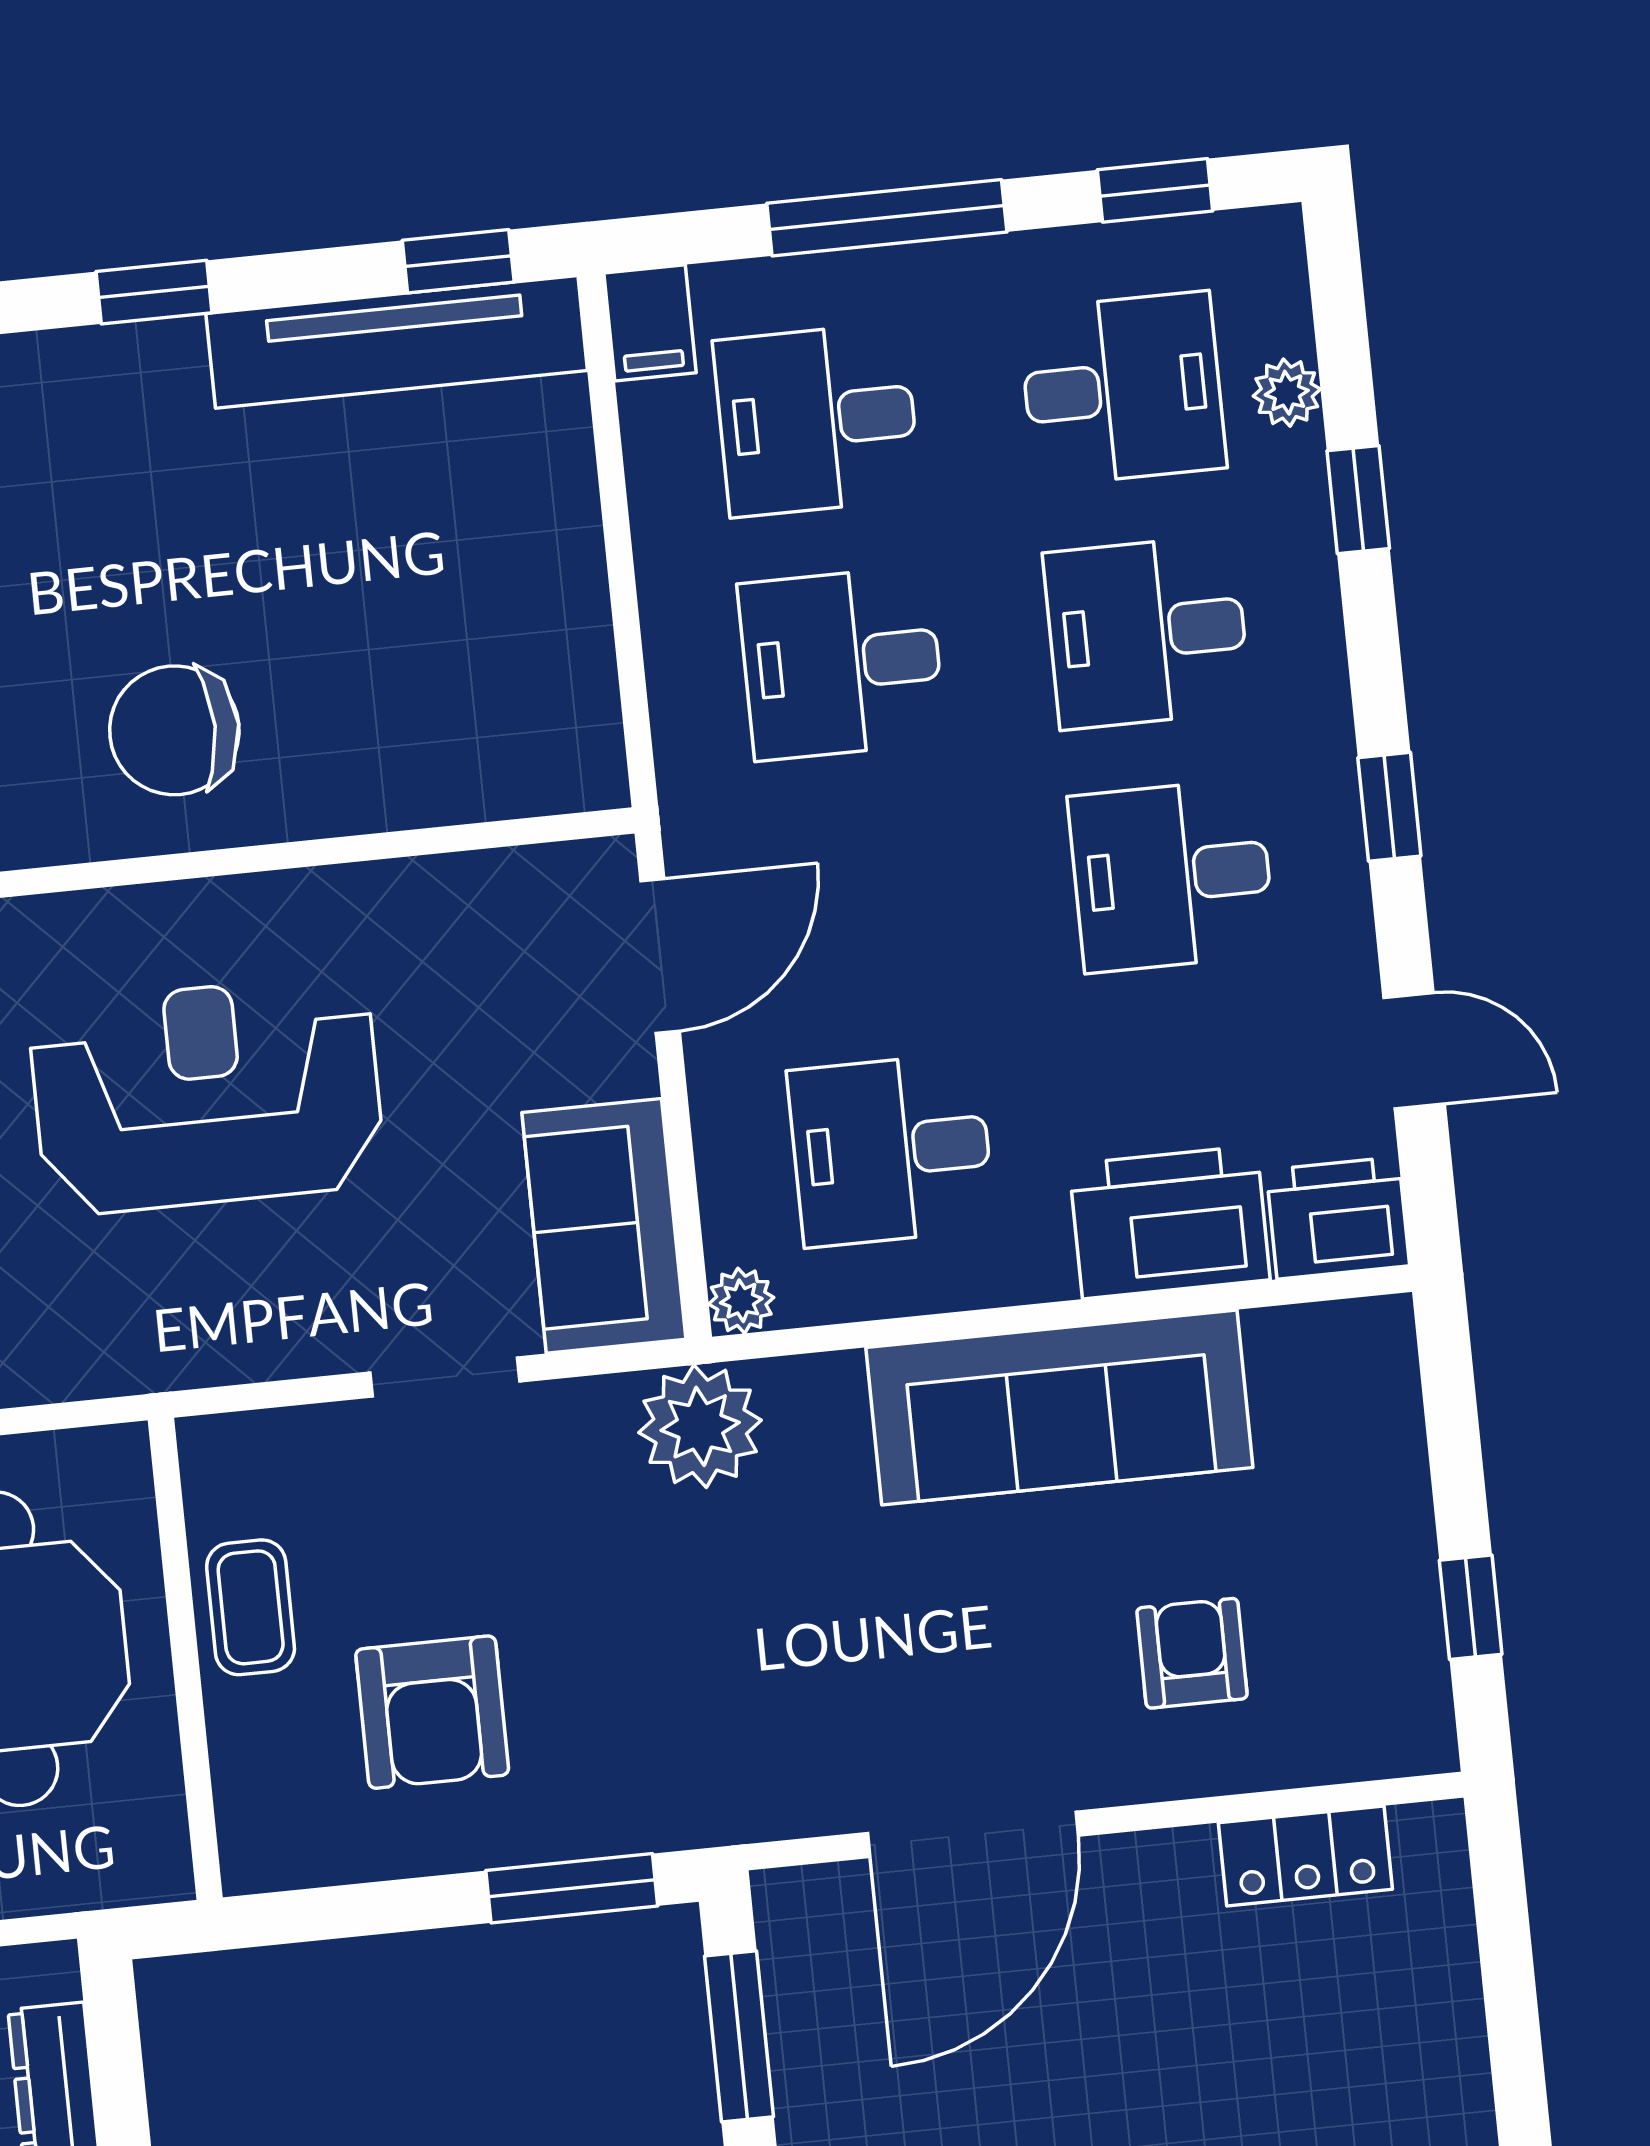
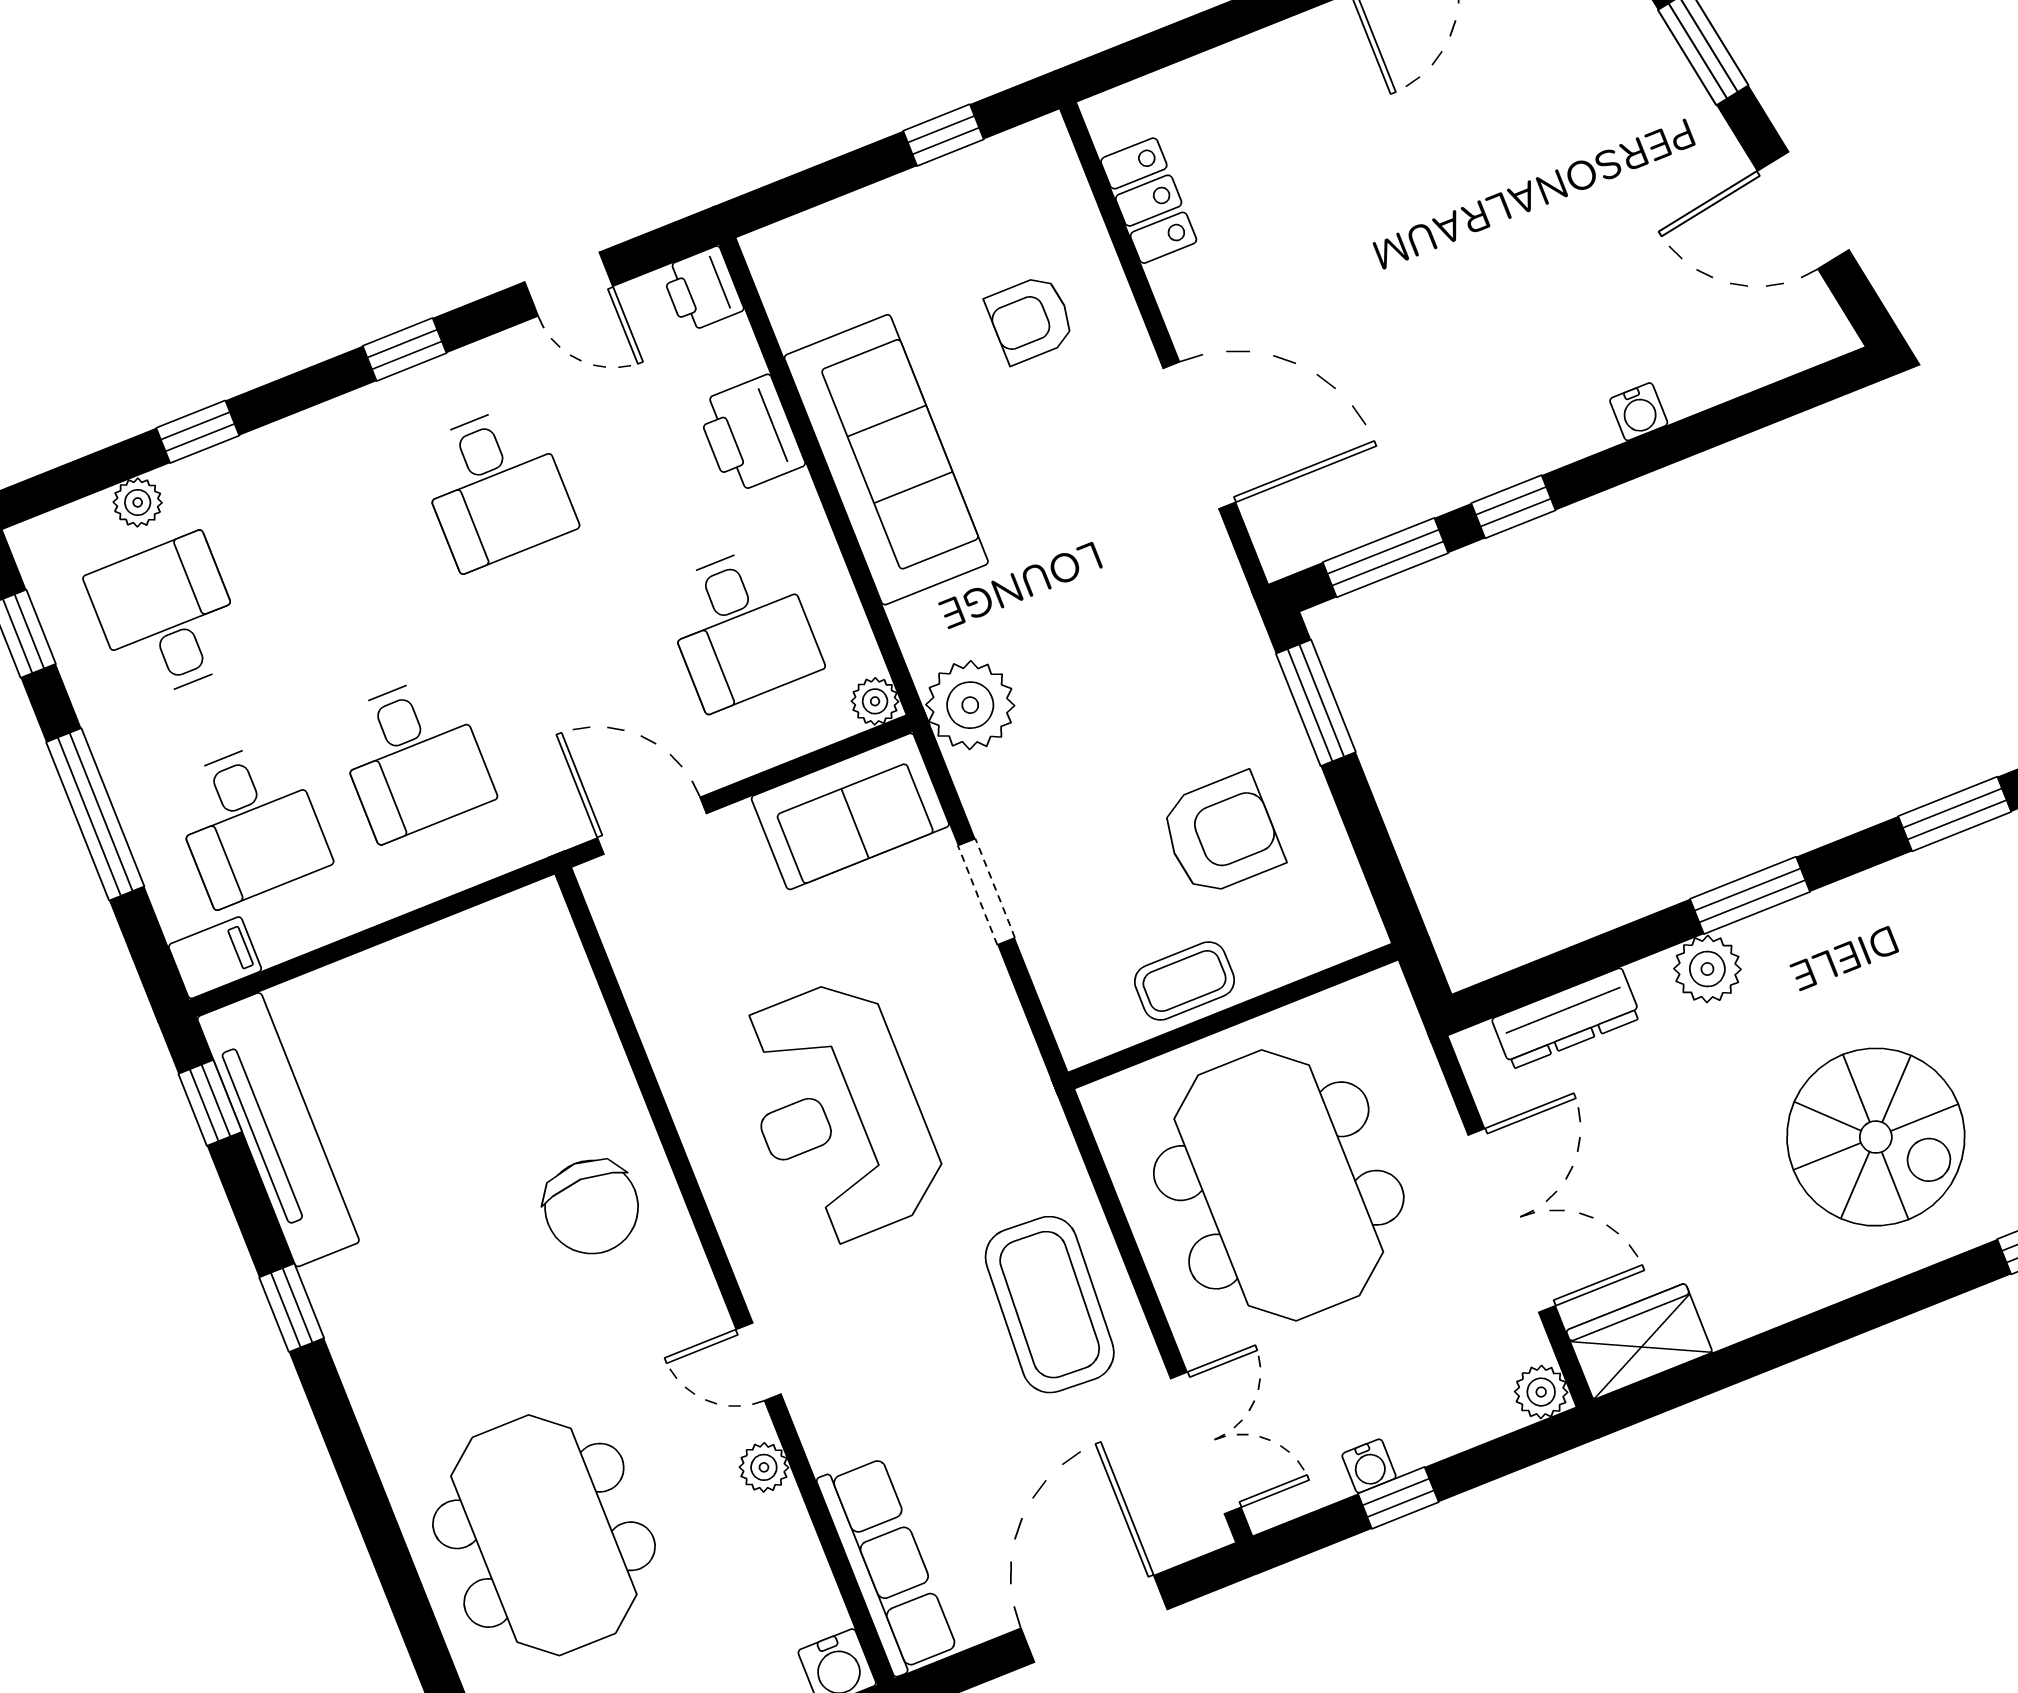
desk: (1147, 632) -> (331, 552), removed
door: (1414, 1051) -> (569, 284), swing flipped
printer: (1338, 1218) -> (702, 289), width x0.73, depth x0.81
printer: (1170, 1222) -> (750, 434), width x0.73, depth x0.84

